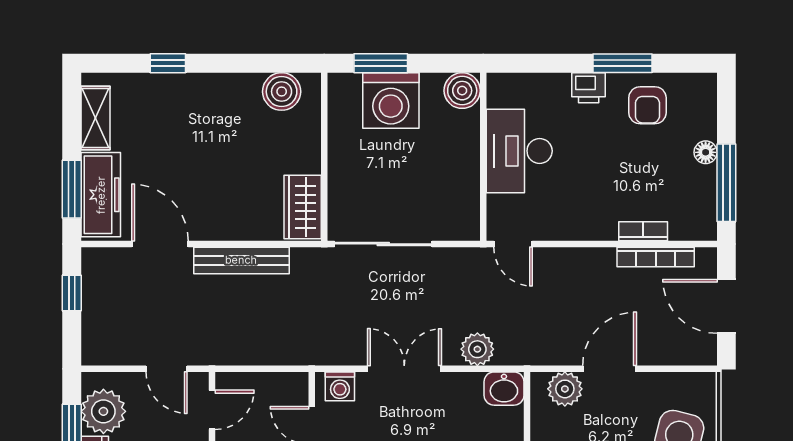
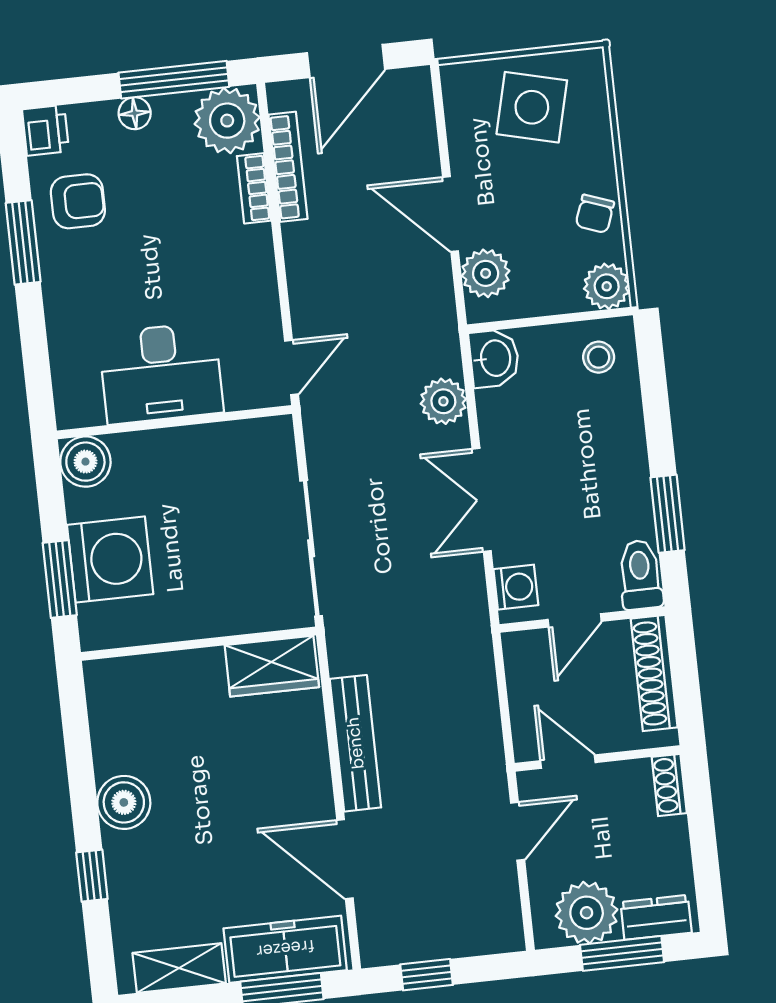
printer: (589, 88) -> (46, 130), moved
boiler: (282, 92) -> (124, 802), moved
plant: (693, 217) -> (227, 121), added
door: (160, 244) -> (345, 859), hinge flipped

